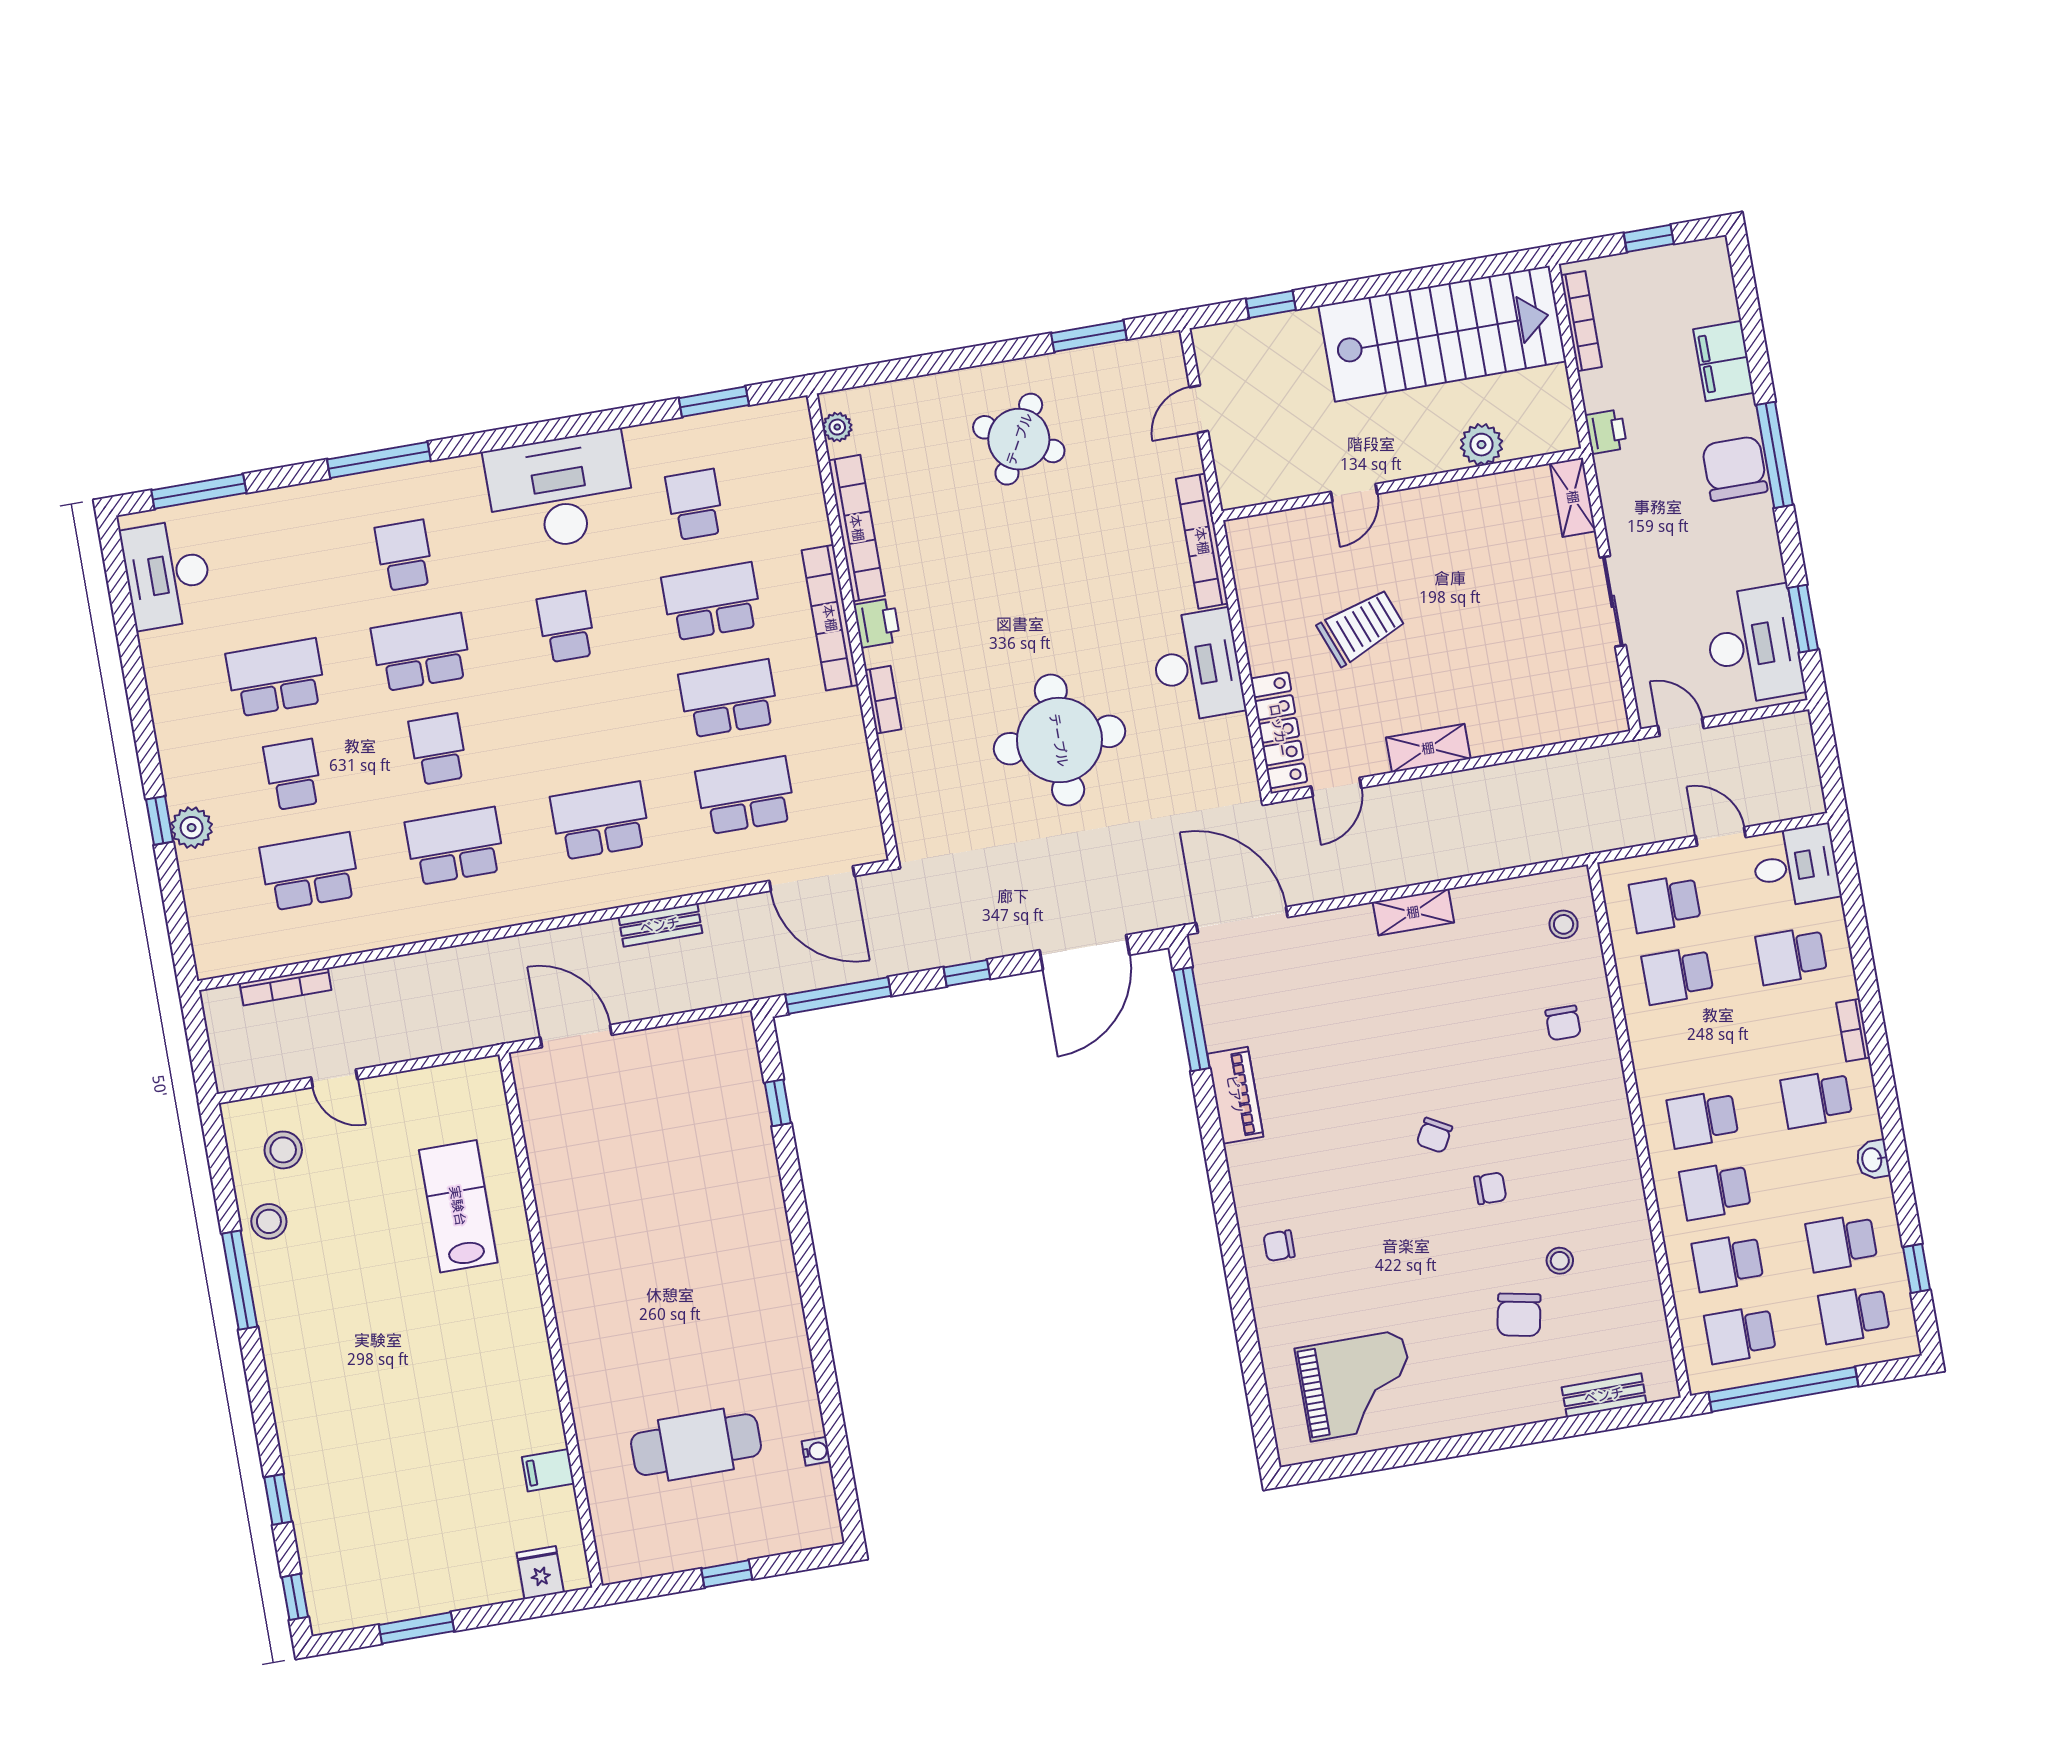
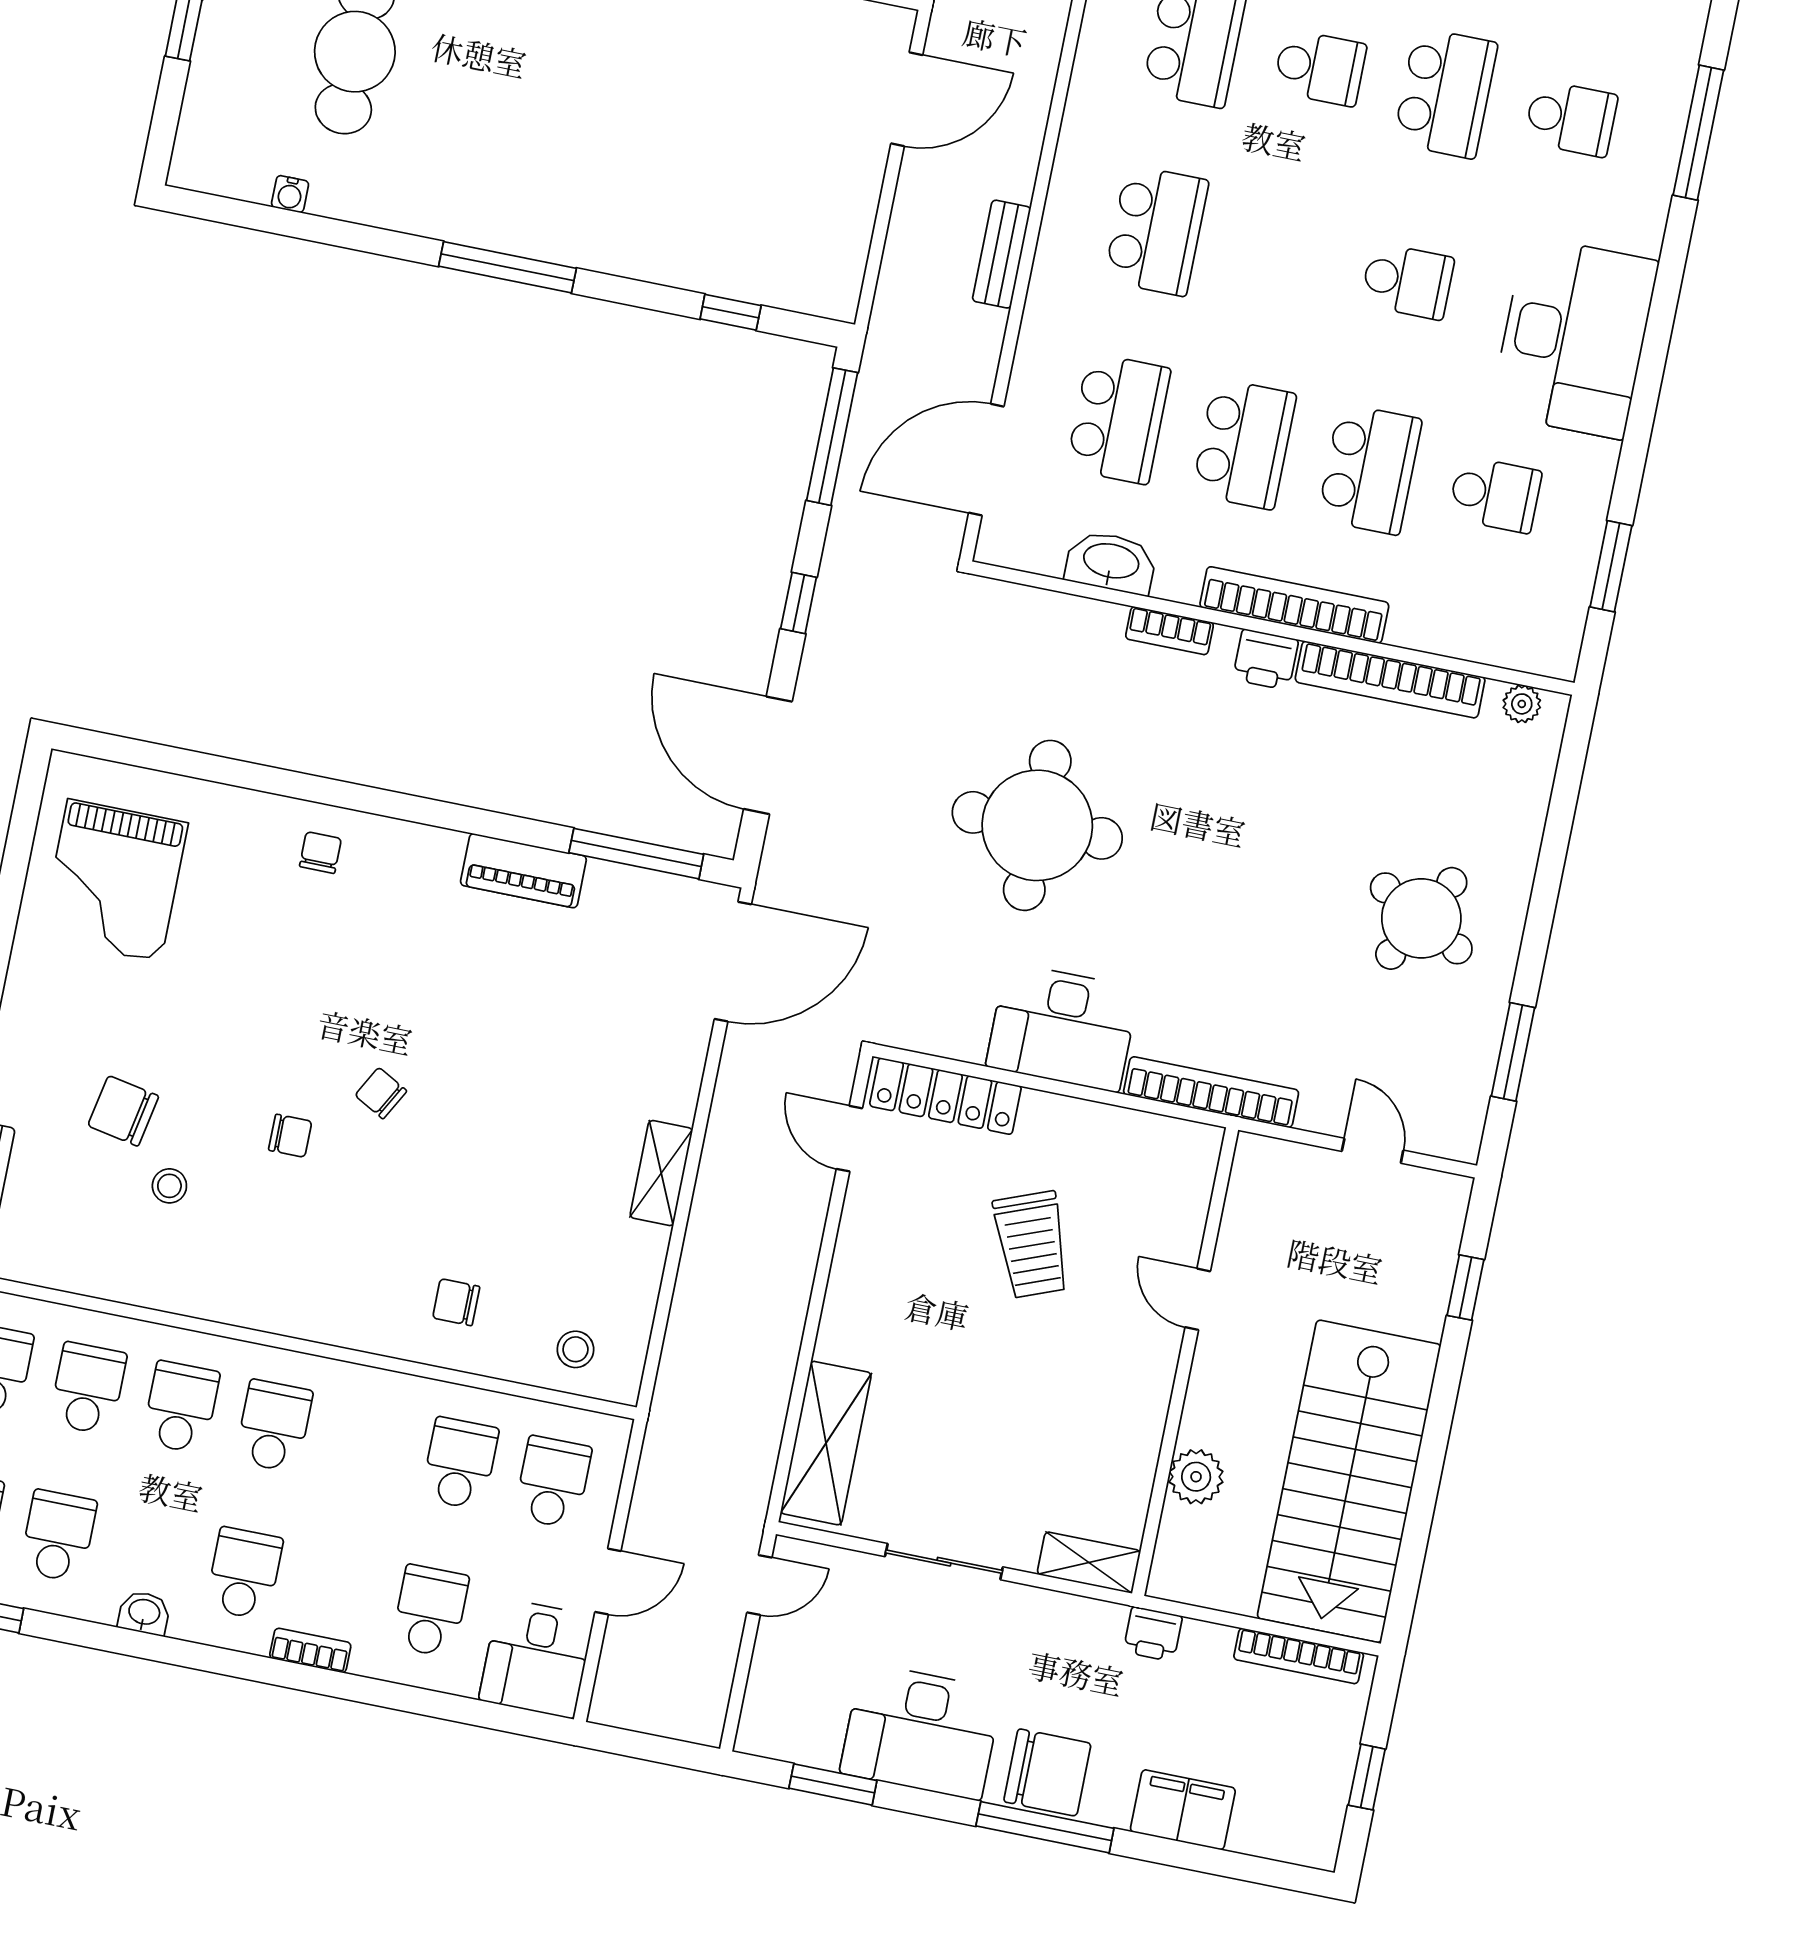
desk: (1754, 645) -> (921, 1731), moved
shelving: (1428, 748) -> (826, 1443), moved, width x1.50, depth x1.33
washbasin: (851, 761) -> (1111, 562), added
chair: (1490, 1188) -> (290, 1136), turned -90
window: (808, 1275) -> (508, 267), added

